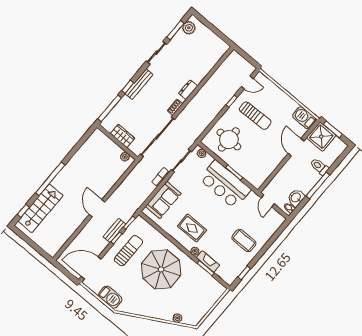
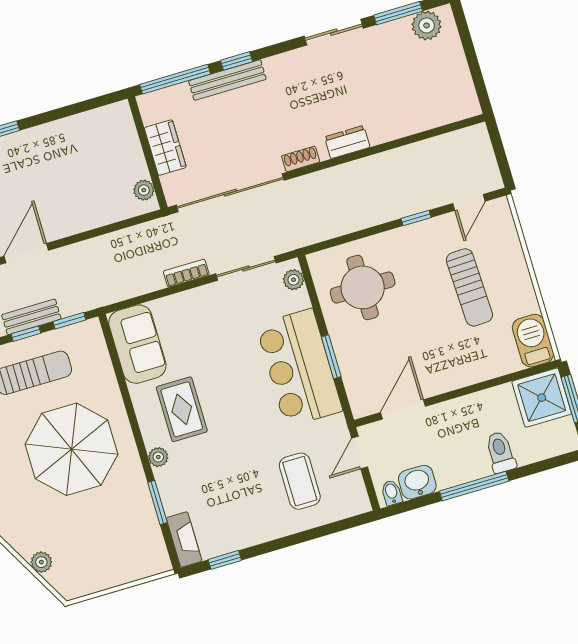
door: (247, 83) -> (469, 202), hinge flipped
bench: (139, 84) -> (227, 80), moved
sun lounger: (255, 116) -> (469, 287), moved
door: (296, 147) -> (403, 409), moved
sofa: (163, 200) -> (137, 344), moved, turned -90
coffee table: (244, 241) -> (300, 481), moved
fireplace: (208, 262) -> (184, 539), moved

